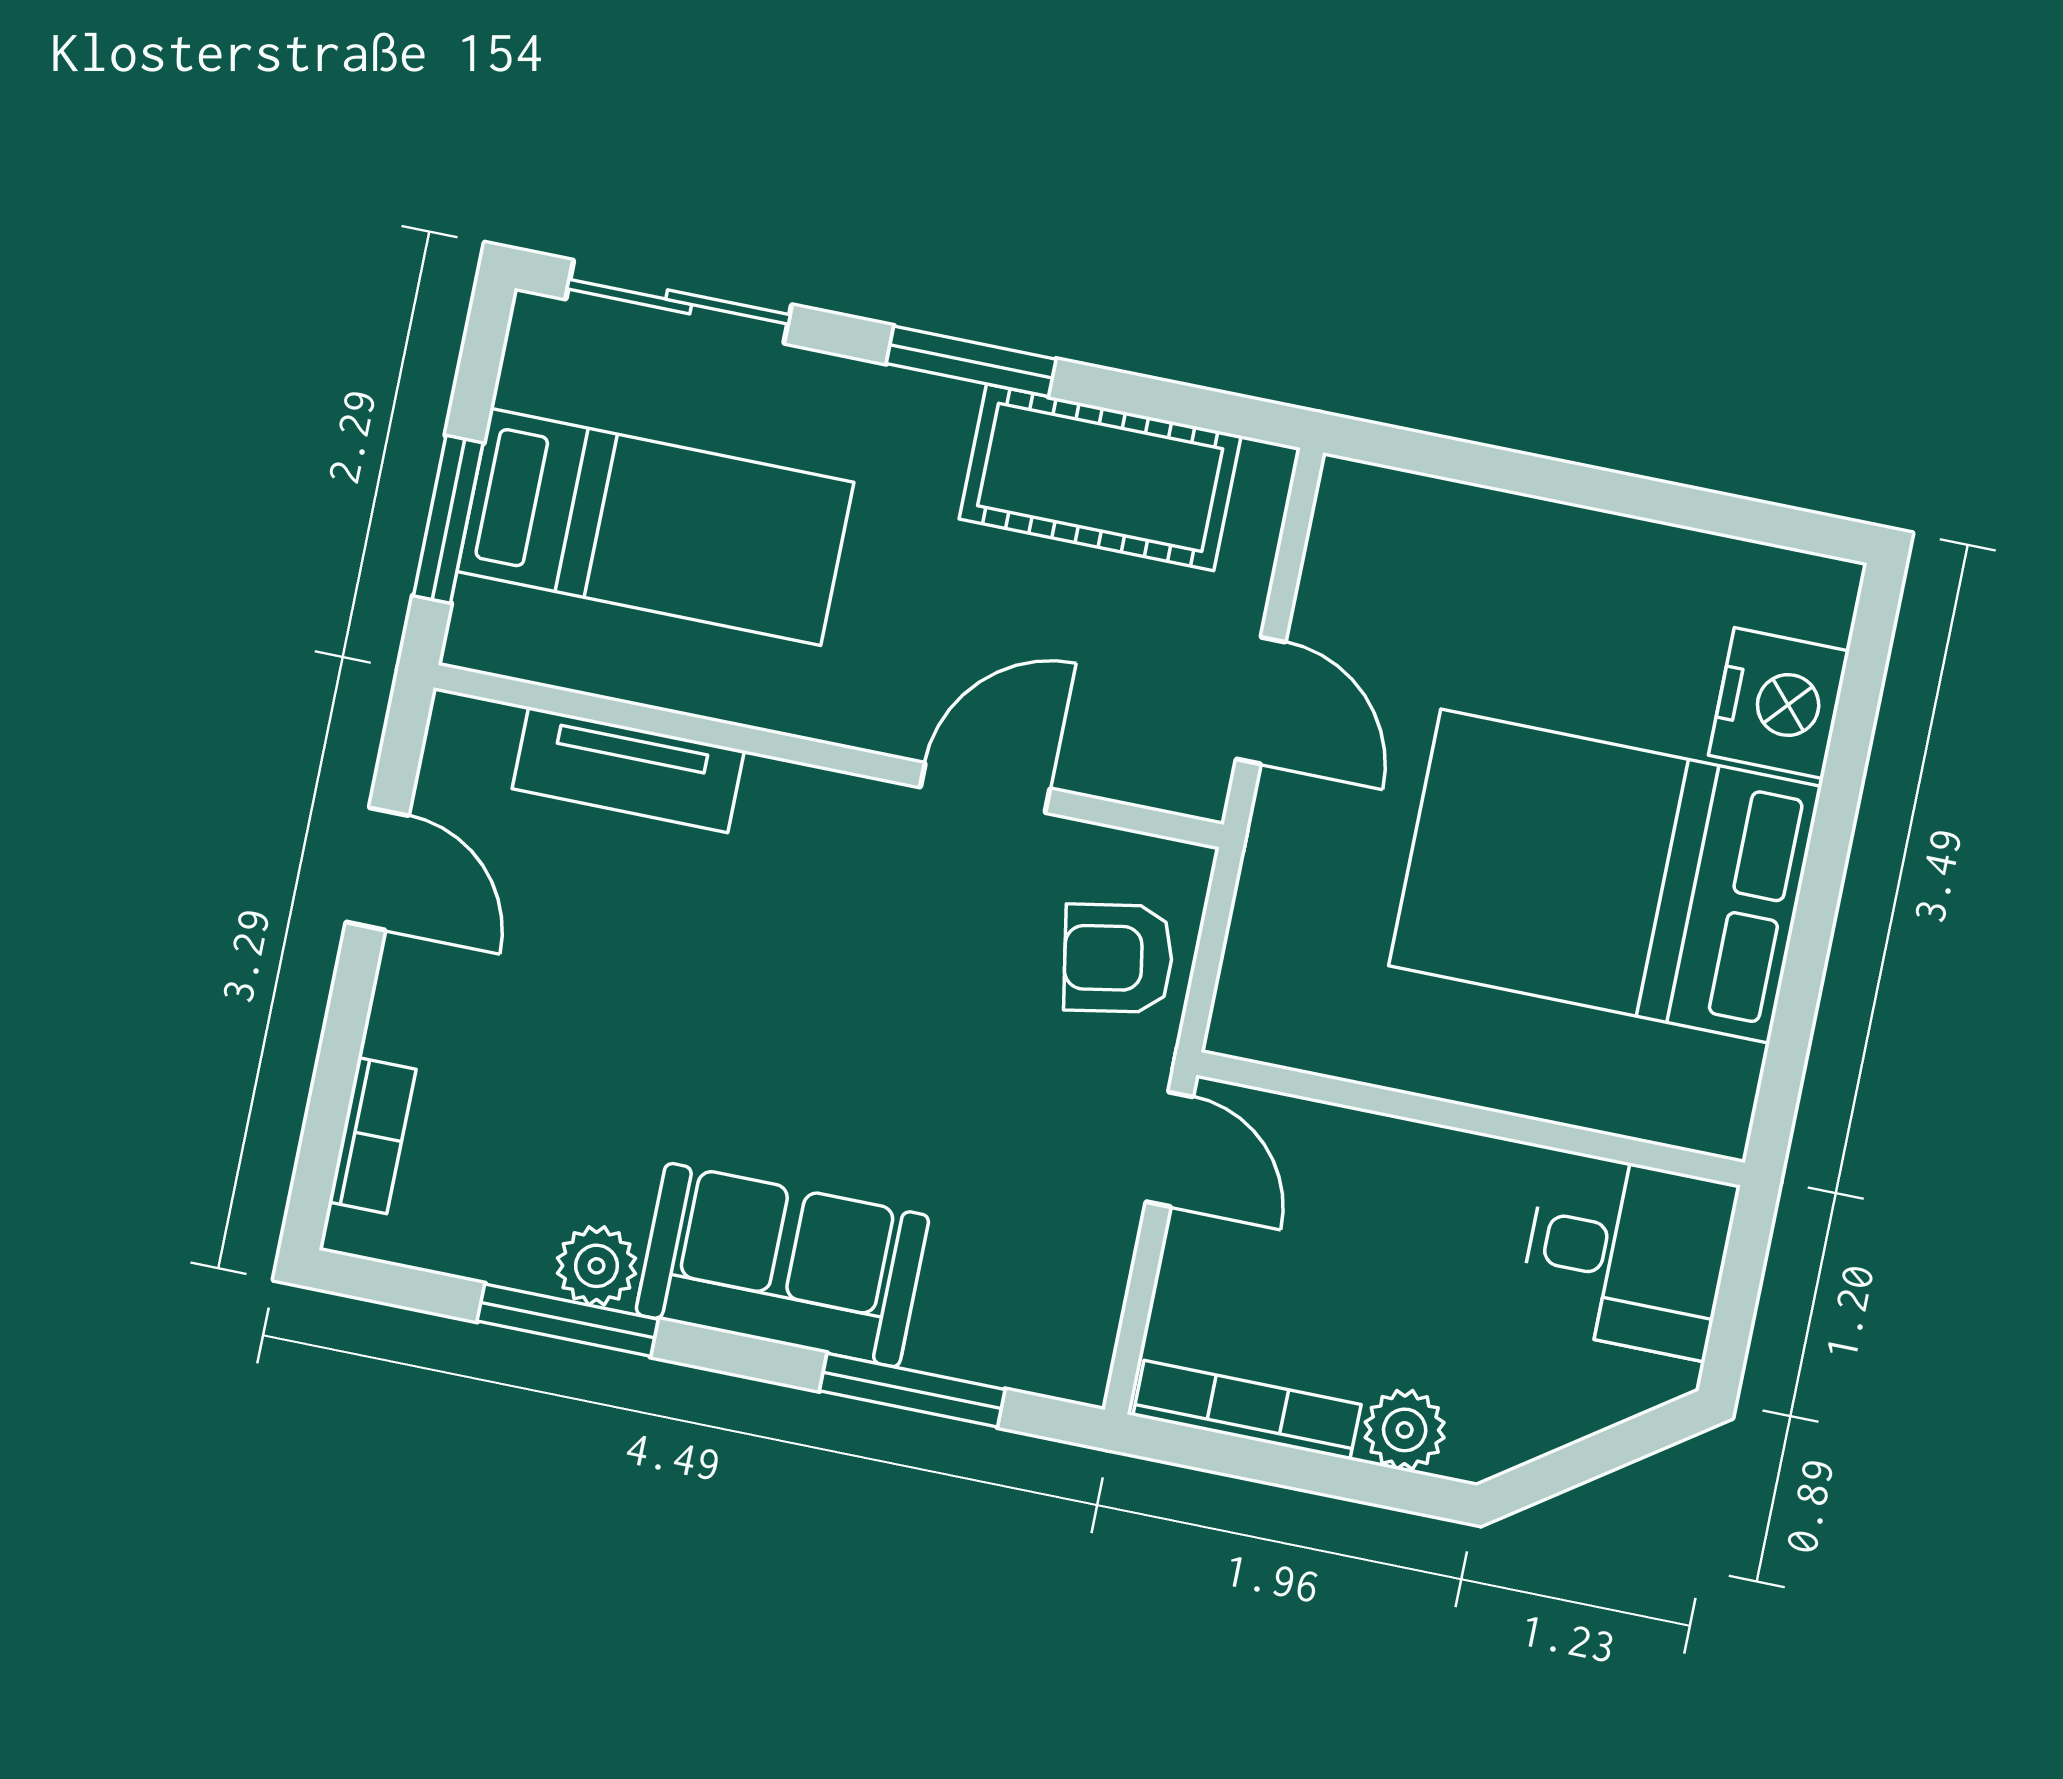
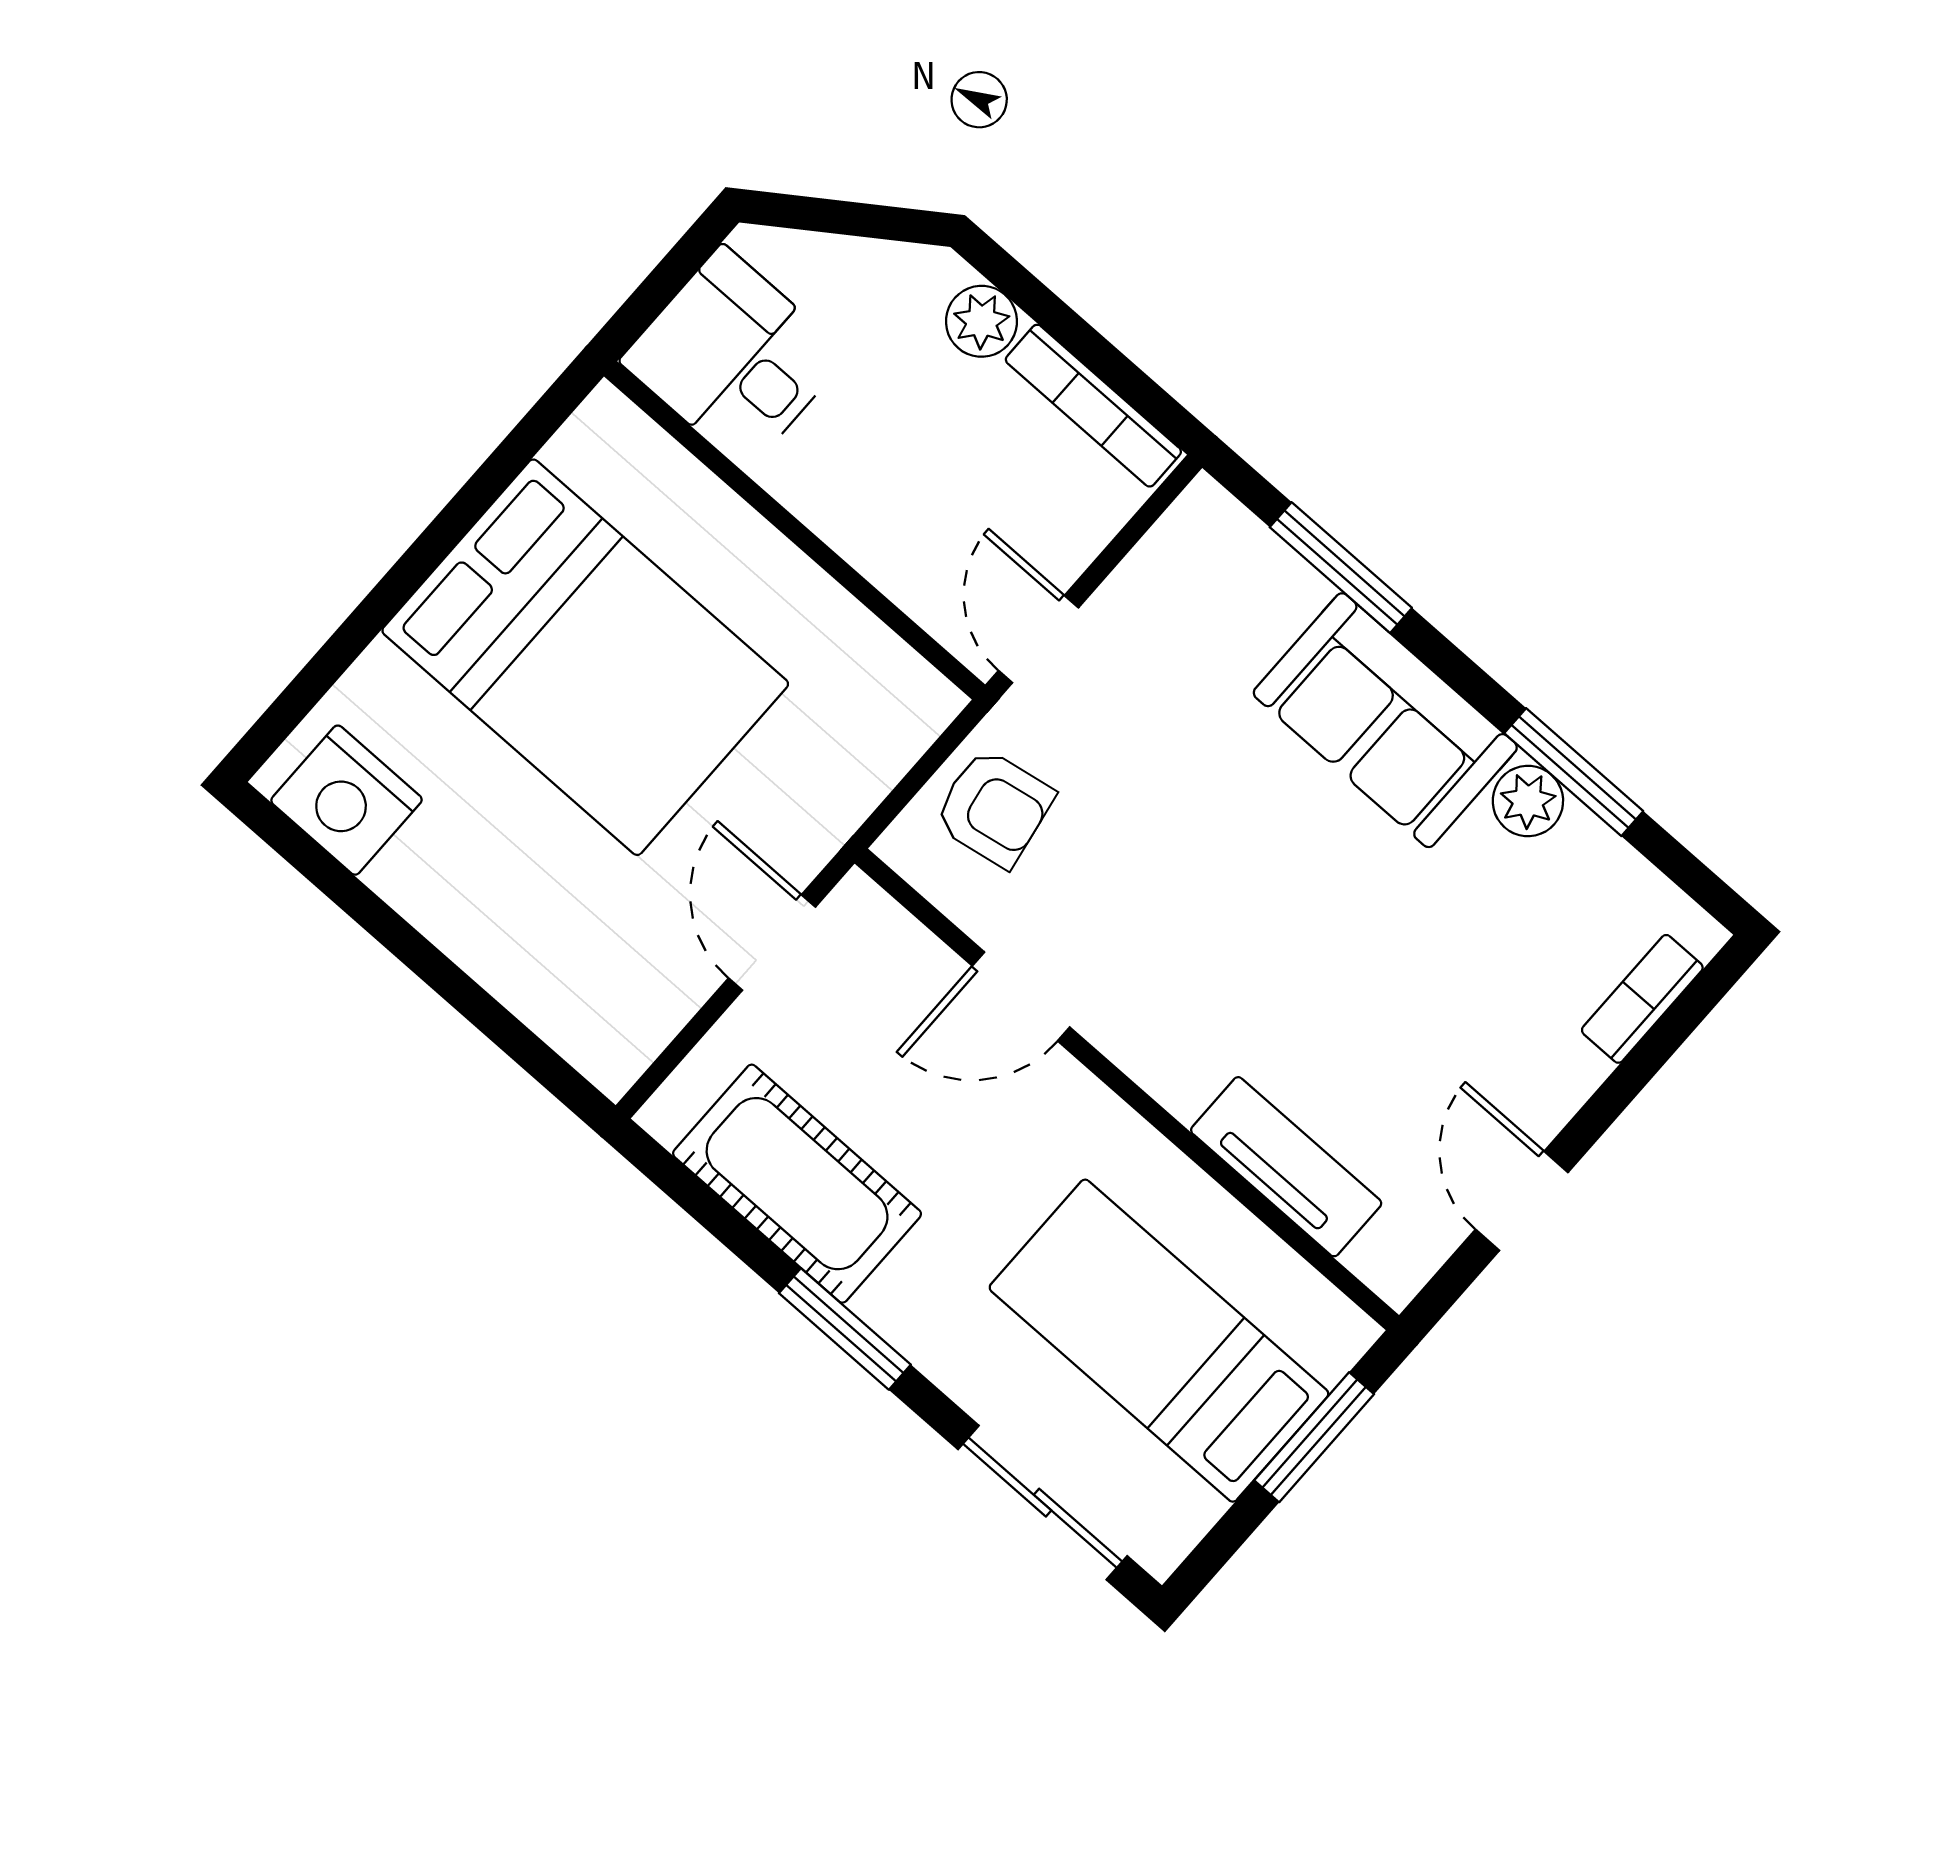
nightstand: (1779, 703) -> (346, 800), moved, turned -90

